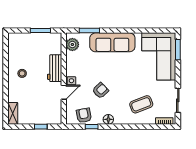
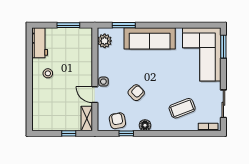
workbench: (55, 68) -> (40, 43), moved, turned 180
door: (64, 92) -> (95, 95), swing flipped
shelving: (13, 113) -> (87, 119), moved

